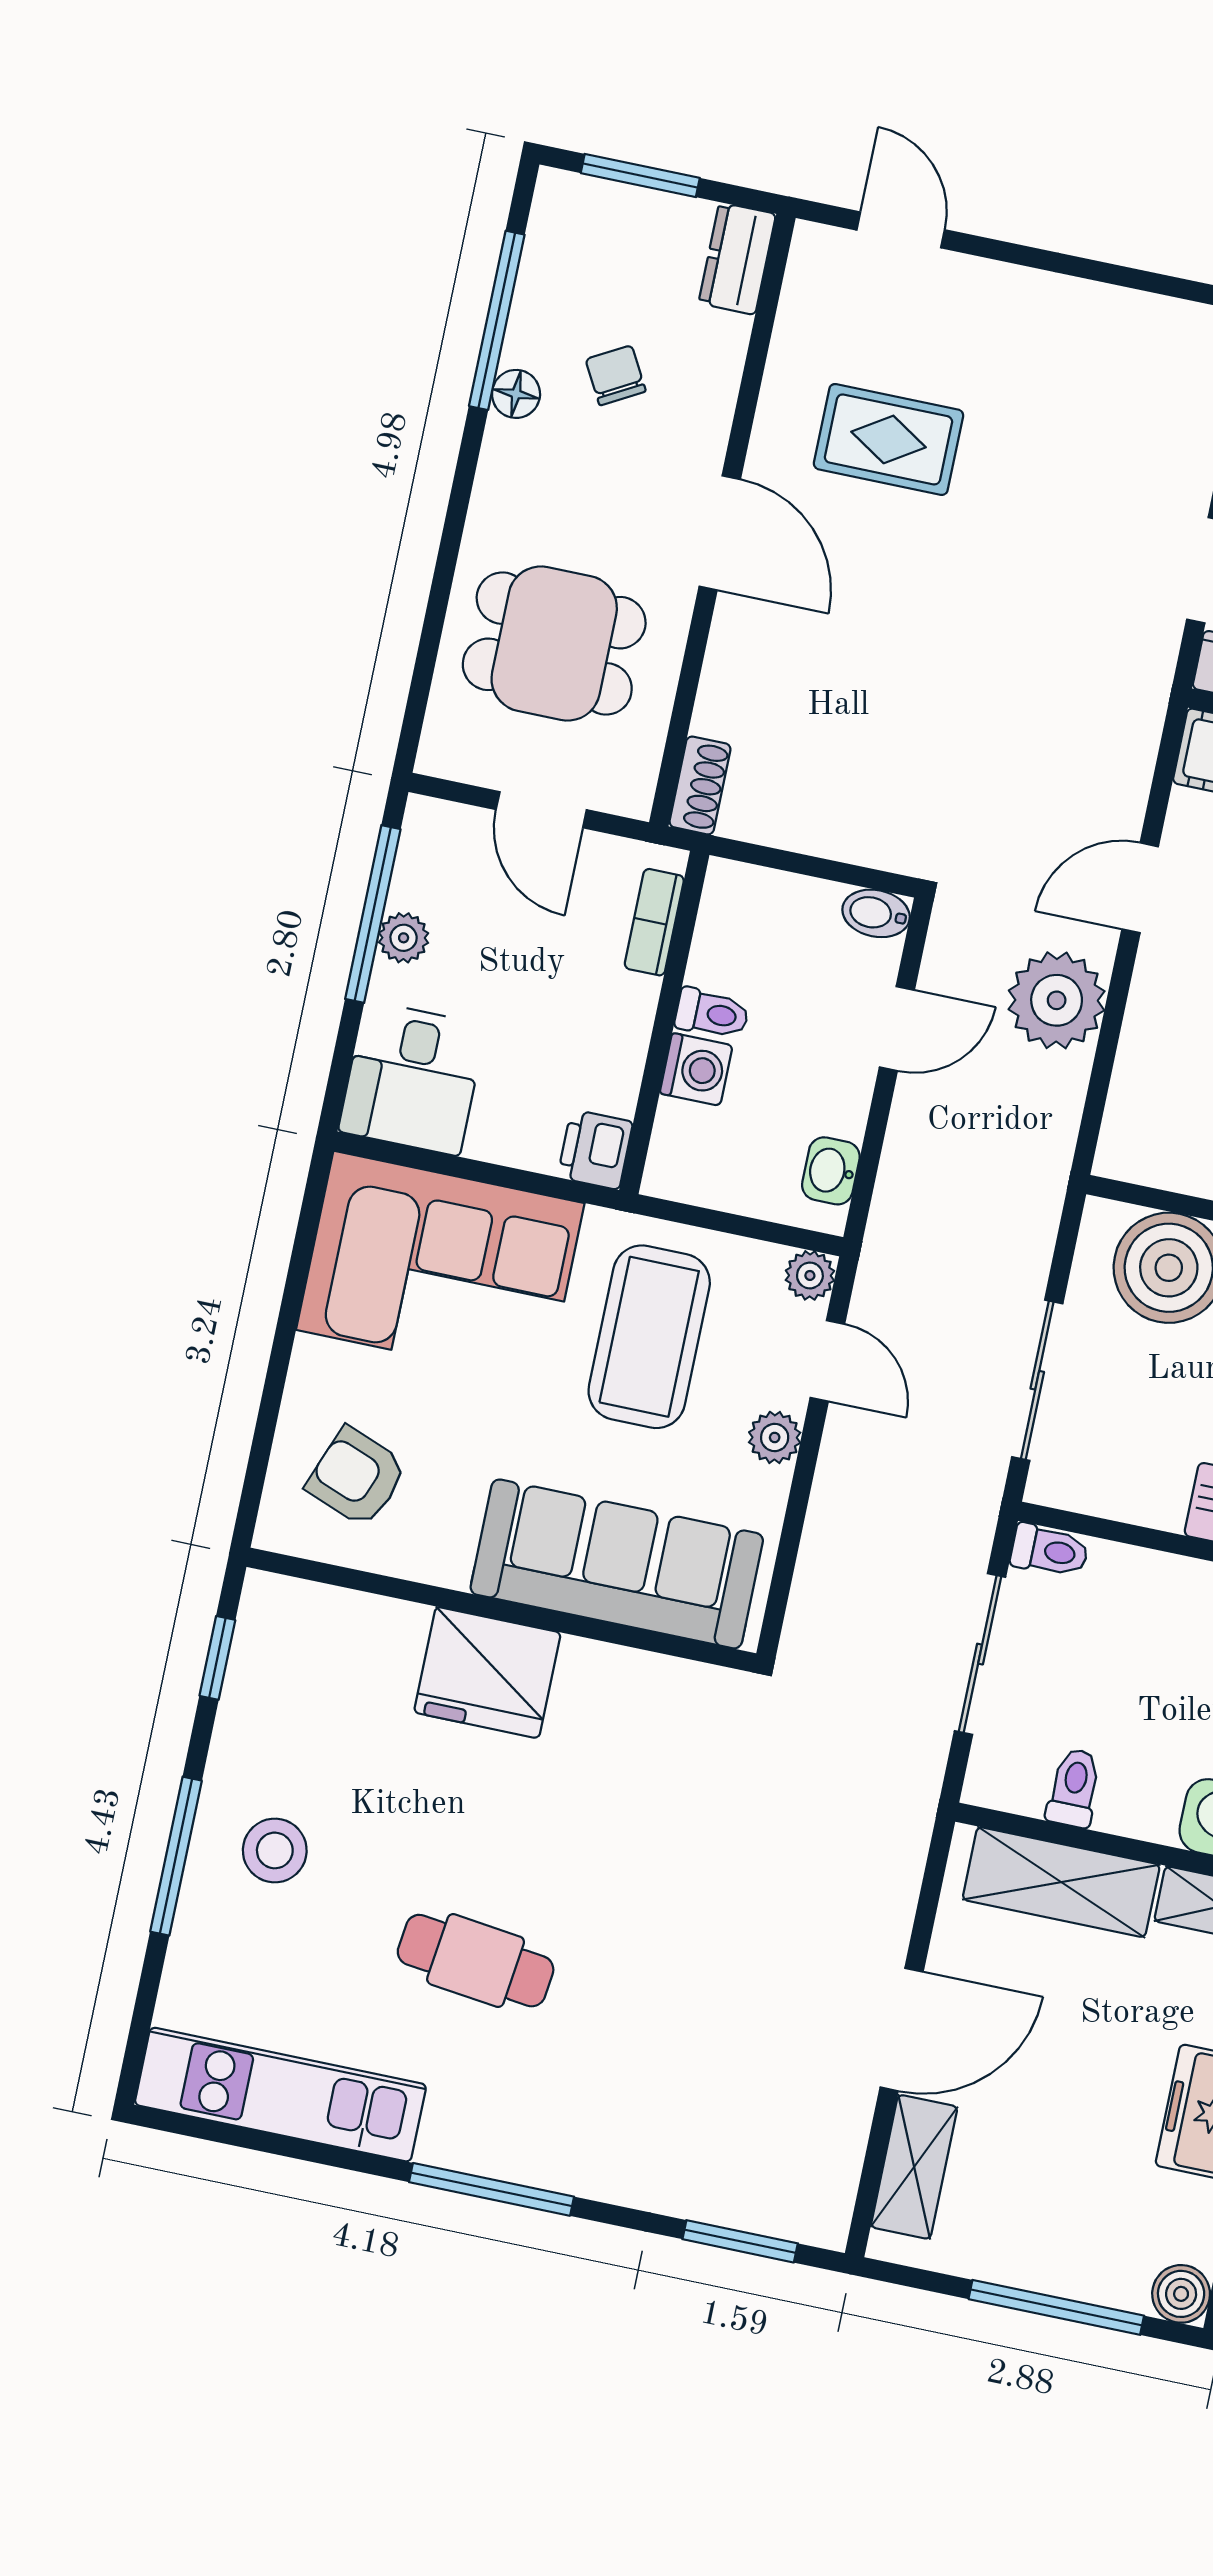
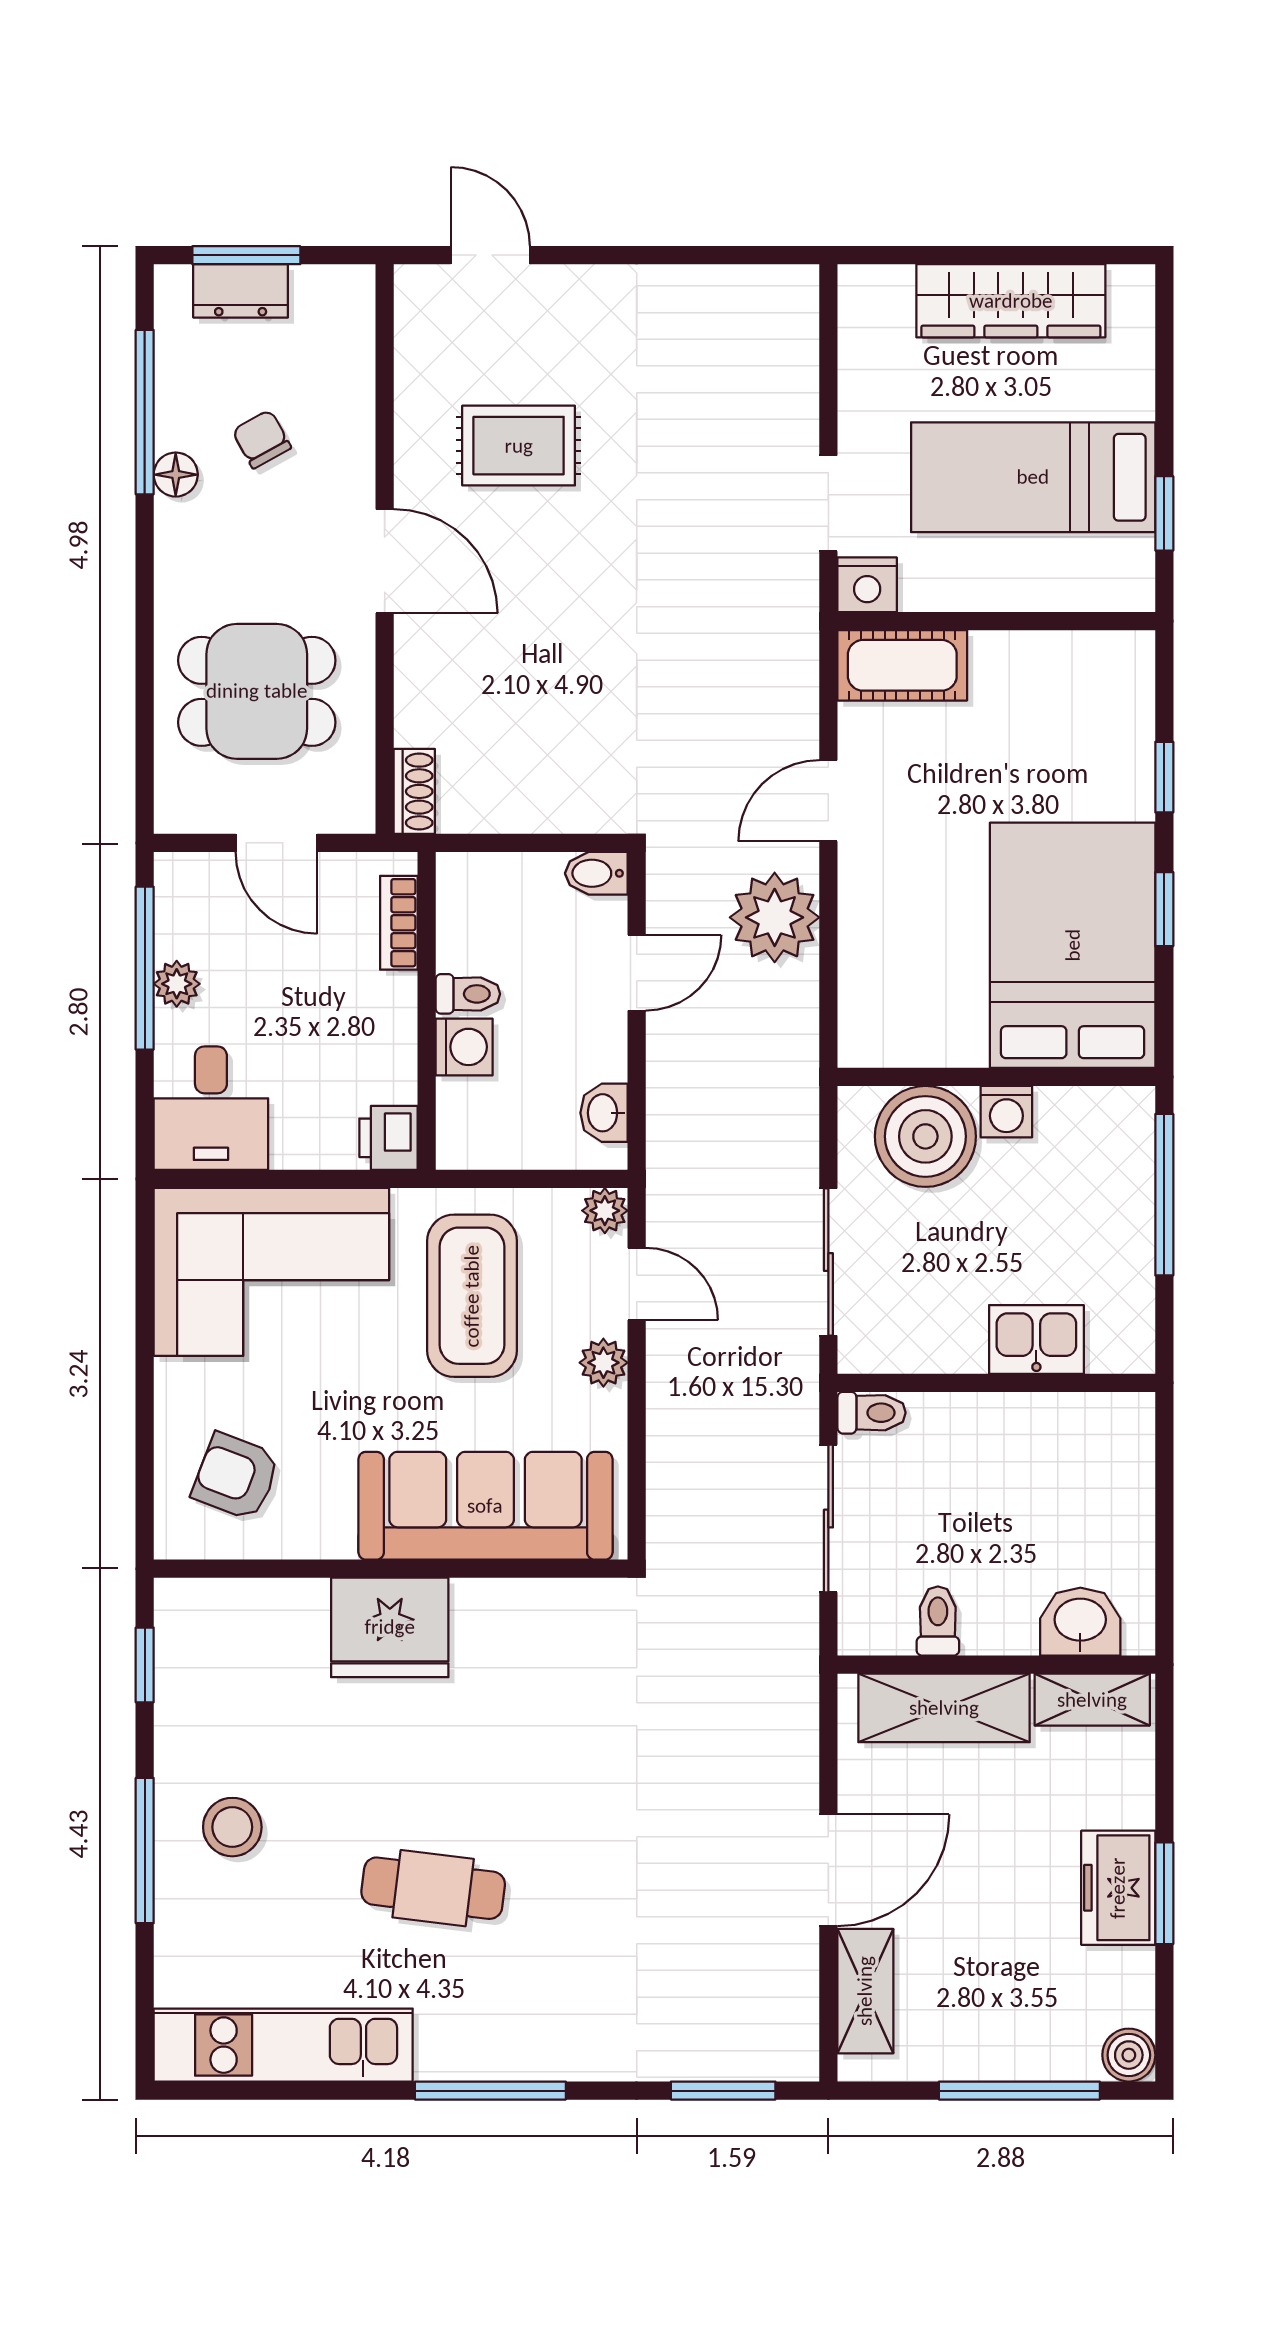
dresser: (737, 259) -> (241, 291), moved, turned -90

